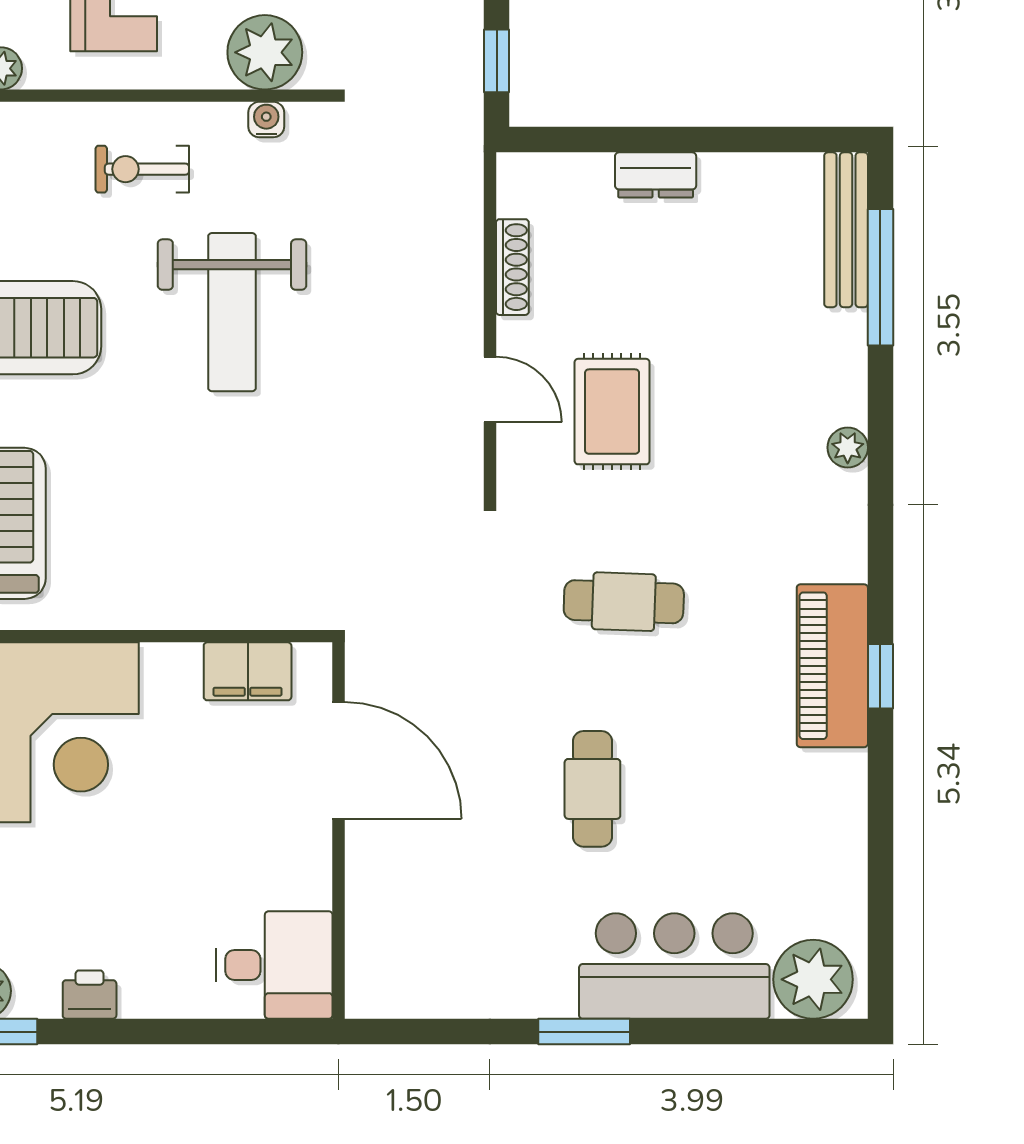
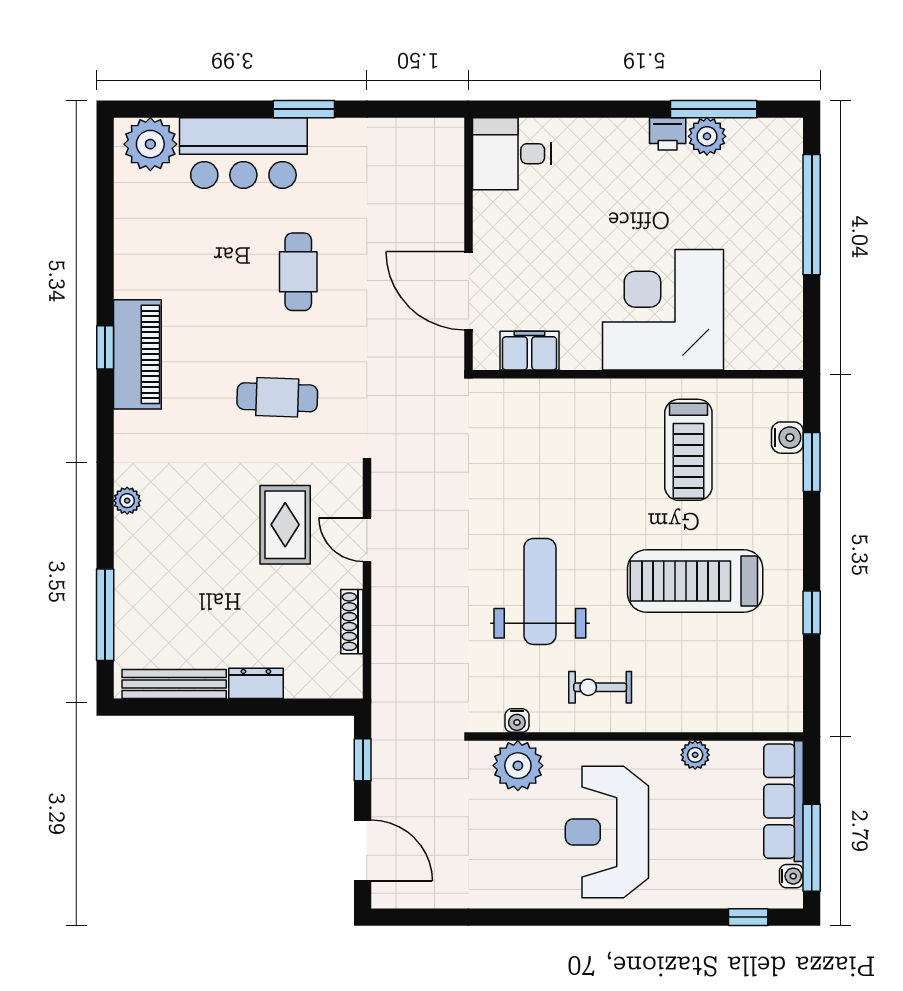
exercise bike: (142, 169) -> (600, 687), turned 180
bench: (846, 230) -> (174, 684), moved, turned 90
printer: (90, 995) -> (668, 134), moved

